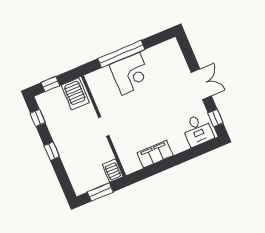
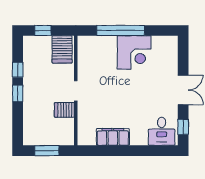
corner desk: (131, 74) -> (134, 52), moved
window: (38, 118) -> (18, 70), moved
server rack: (113, 171) -> (64, 110), moved, turned -90

